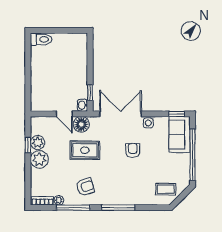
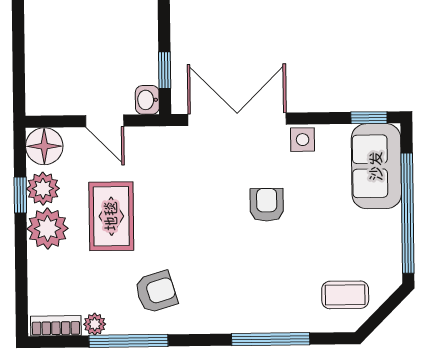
floor lamp: (81, 124) -> (44, 146), moved
rug: (85, 150) -> (111, 216), moved, turned 90
window: (118, 208) -> (271, 339), moved

